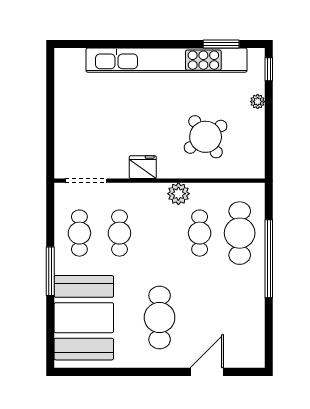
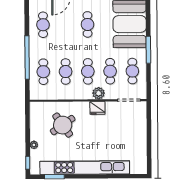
plant: (178, 194) -> (99, 93), moved
cafe table: (160, 233) -> (88, 71), added
cafe table: (240, 233) -> (43, 72), width x0.73, depth x0.74
cafe table: (160, 318) -> (88, 24), width x0.73, depth x0.74
cafe table: (240, 318) -> (43, 25), added

